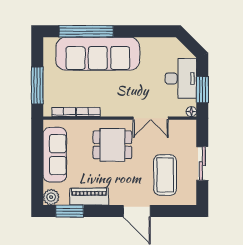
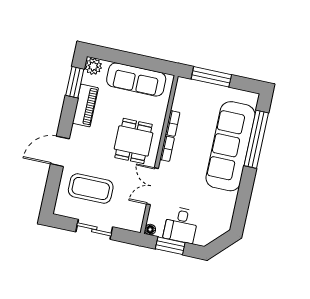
desk: (181, 78) -> (181, 225), width x0.73
bookcase: (64, 112) -> (167, 149), moved

